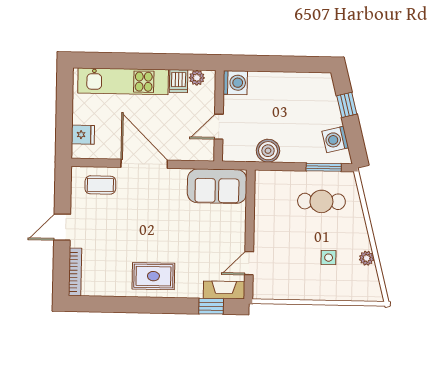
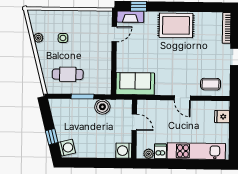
door: (219, 127) -> (134, 122), hinge flipped
washing machine: (335, 139) -> (67, 148), moved
door: (144, 164) -> (182, 98), width x0.53
window: (324, 167) -> (83, 97), moved
rug: (153, 276) -> (176, 25), width x1.36, depth x1.43

